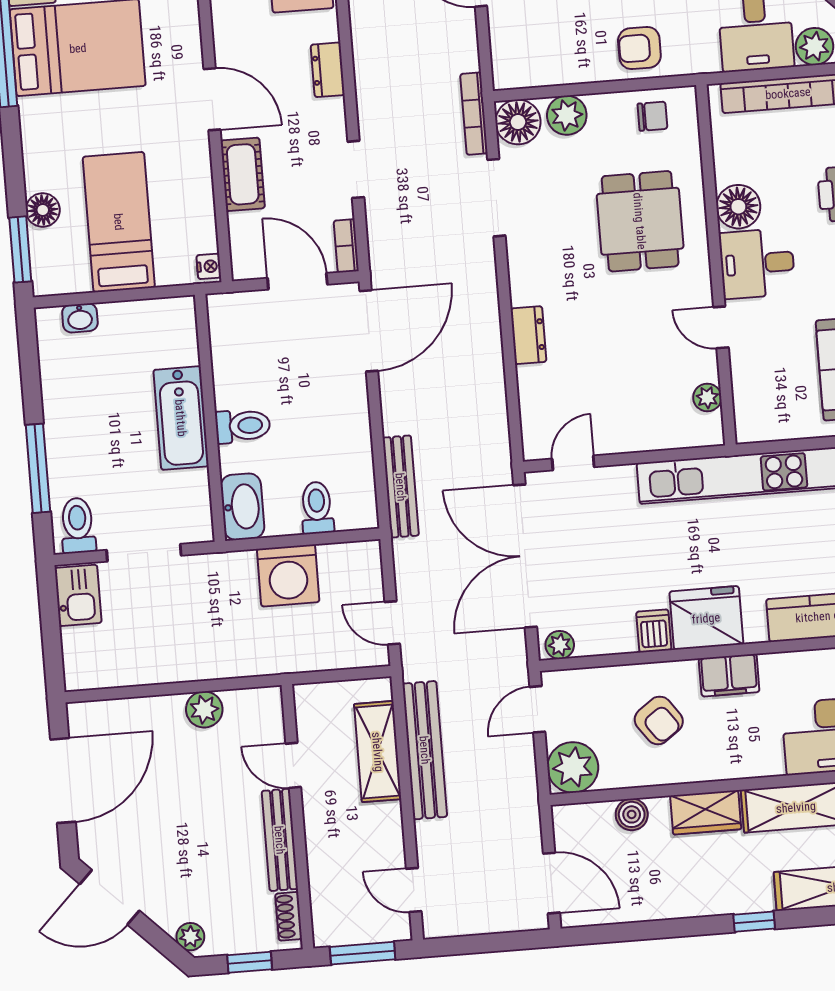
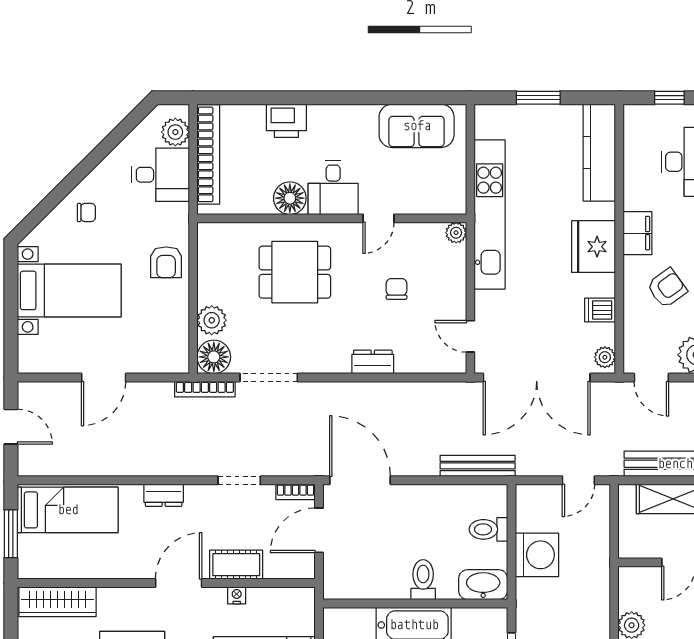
chair: (652, 116) -> (396, 289), moved
nightstand: (209, 266) -> (237, 595), moved
plant: (707, 398) -> (456, 233), moved
dishwasher: (654, 631) -> (600, 310), moved

